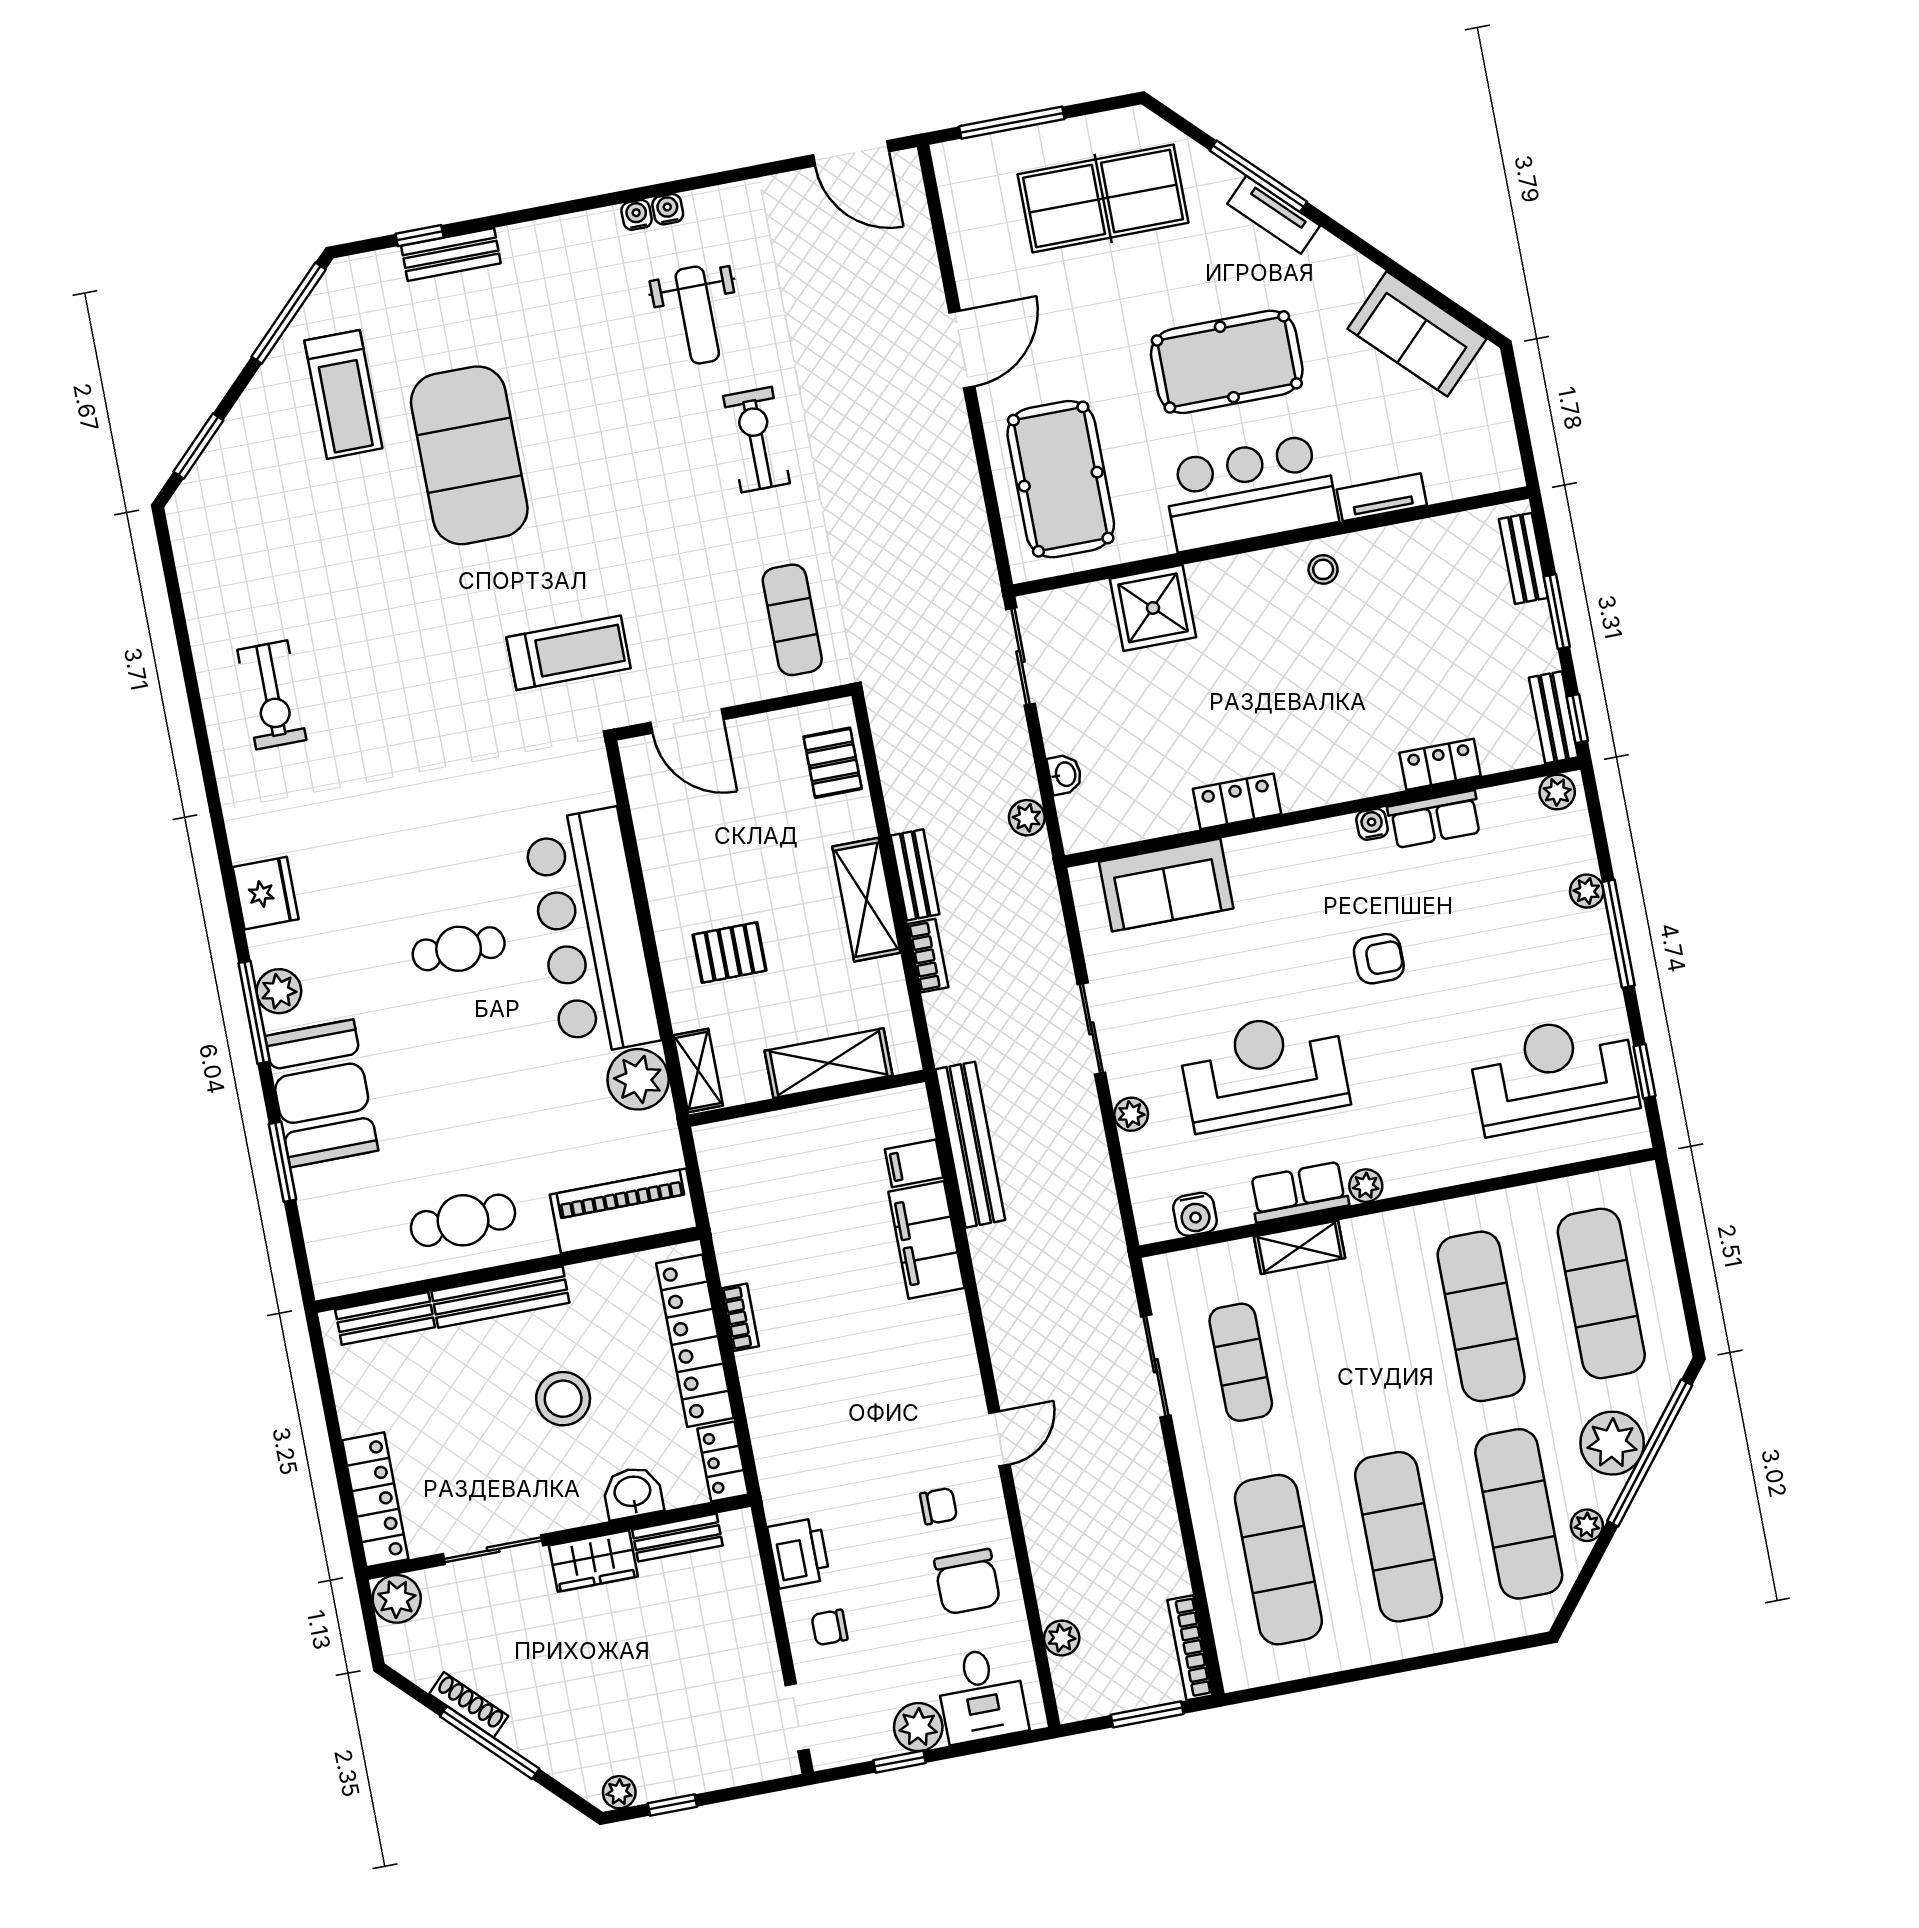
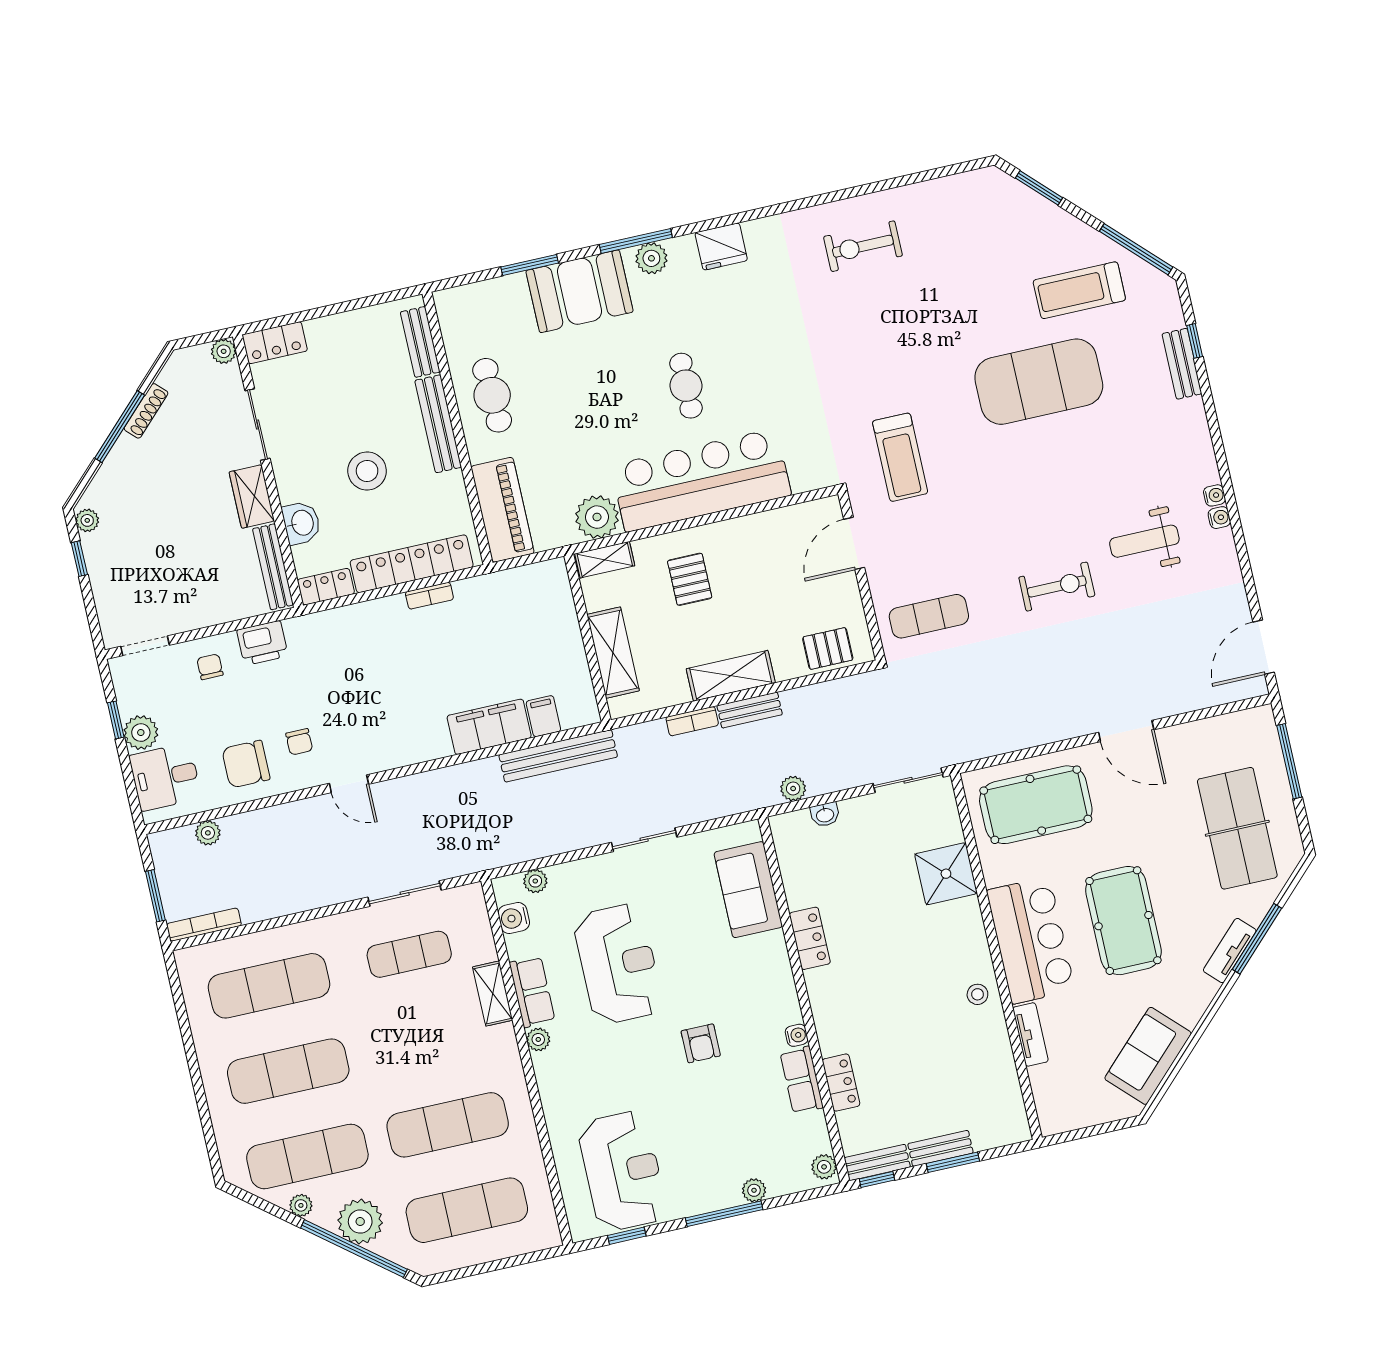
bench: (1523, 558) -> (940, 1148), moved
plant: (1131, 1114) -> (535, 881), moved
locker: (375, 1500) -> (275, 343), width x0.66
bench: (677, 1538) -> (273, 567), width x1.36
plant: (397, 1599) -> (224, 351), width x0.73, depth x0.73

